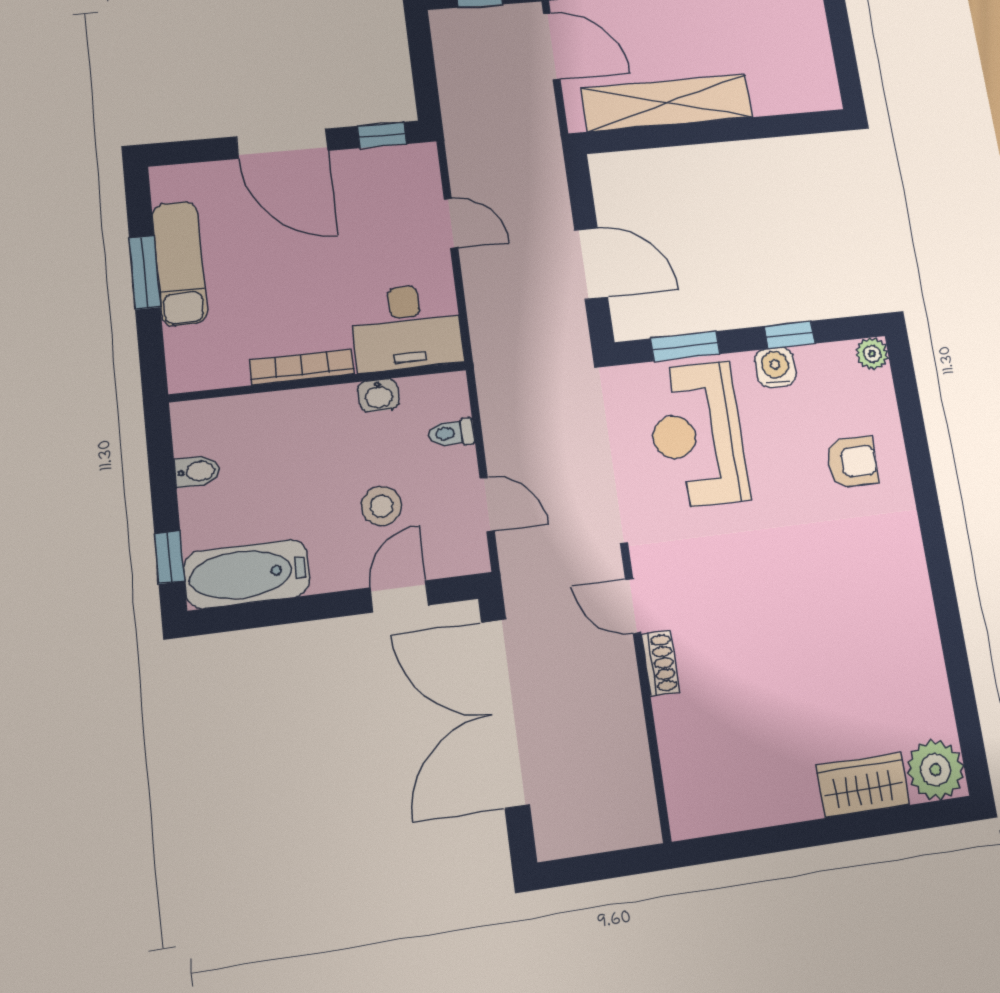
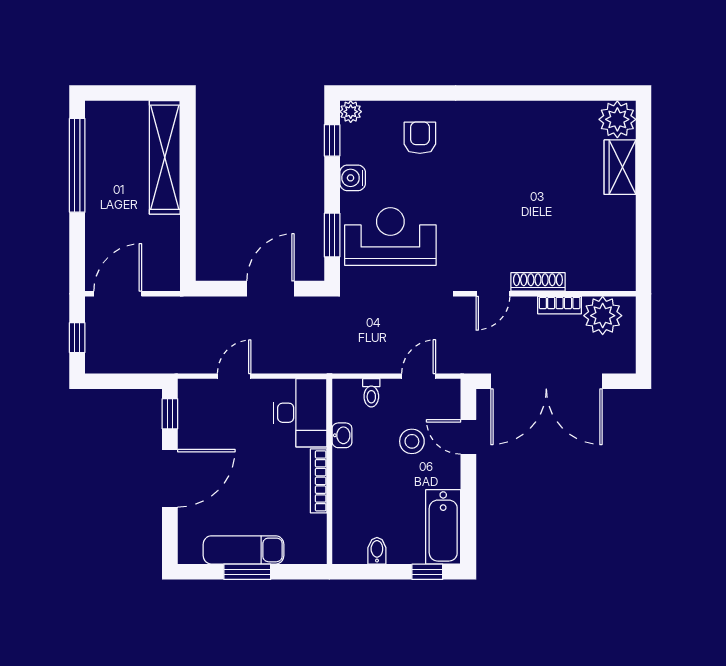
shelving: (667, 103) -> (165, 157), moved
window: (790, 335) -> (332, 140), moved
reception desk: (697, 435) -> (390, 237), turned 180
shoe rack: (660, 663) -> (538, 282), width x1.43
bookcase: (631, 717) -> (560, 305), added
plant: (624, 792) -> (603, 316), added

